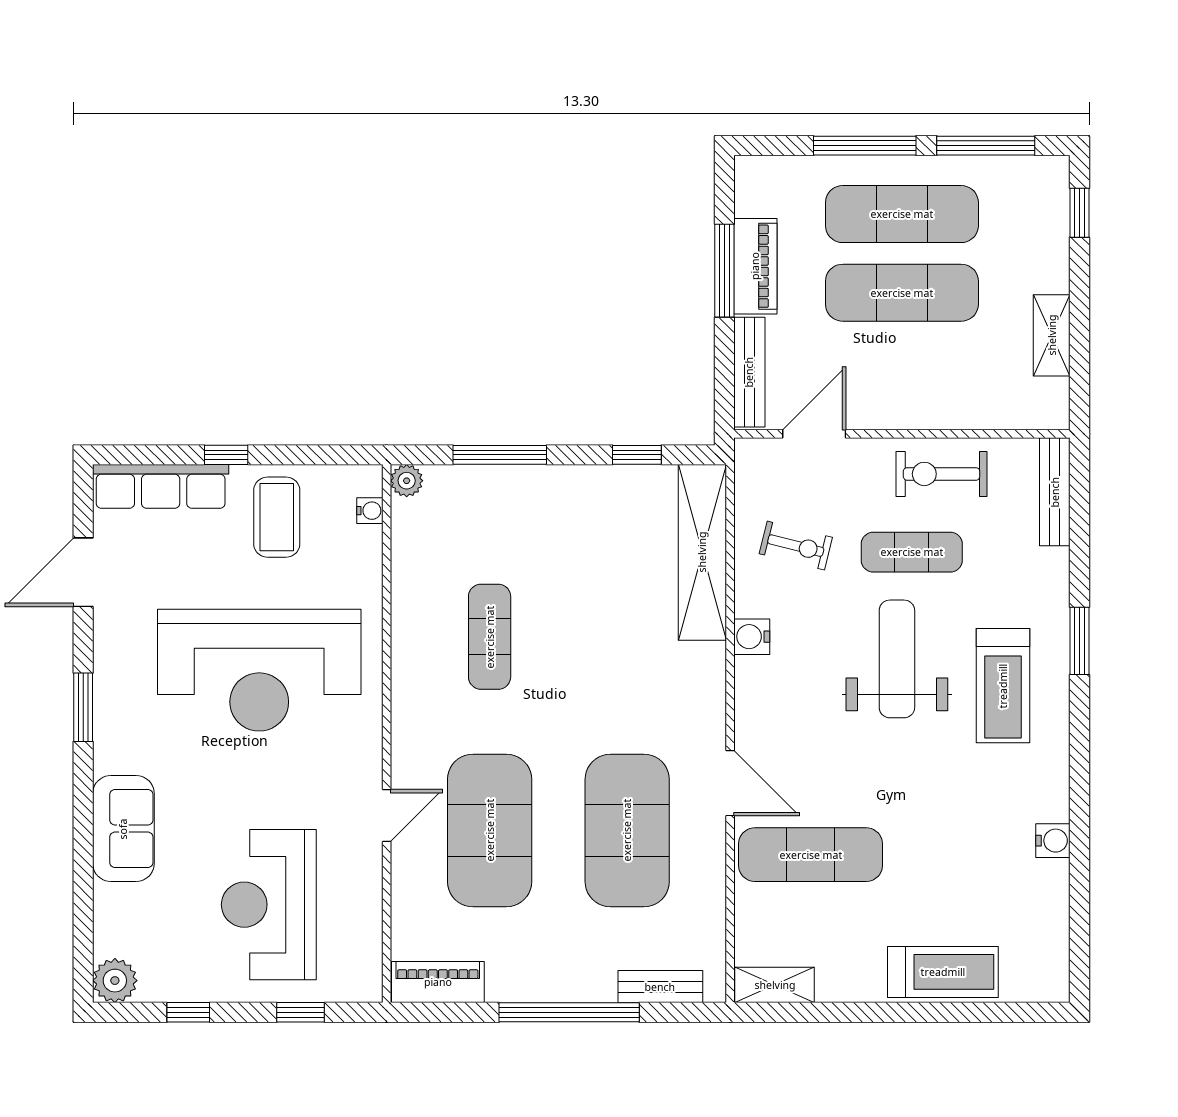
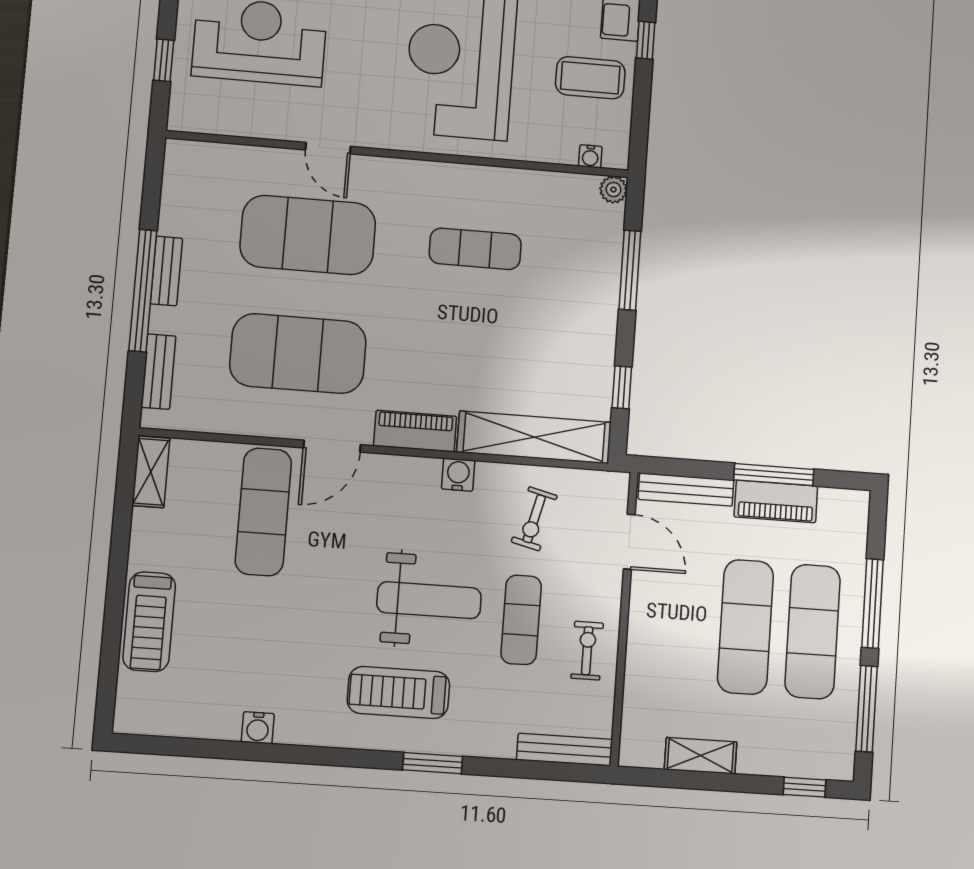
exercise bike: (942, 474) -> (587, 651), width x0.73, depth x0.72
piano: (438, 982) -> (415, 431), moved, turned -90
bench: (545, 988) -> (166, 271), added

